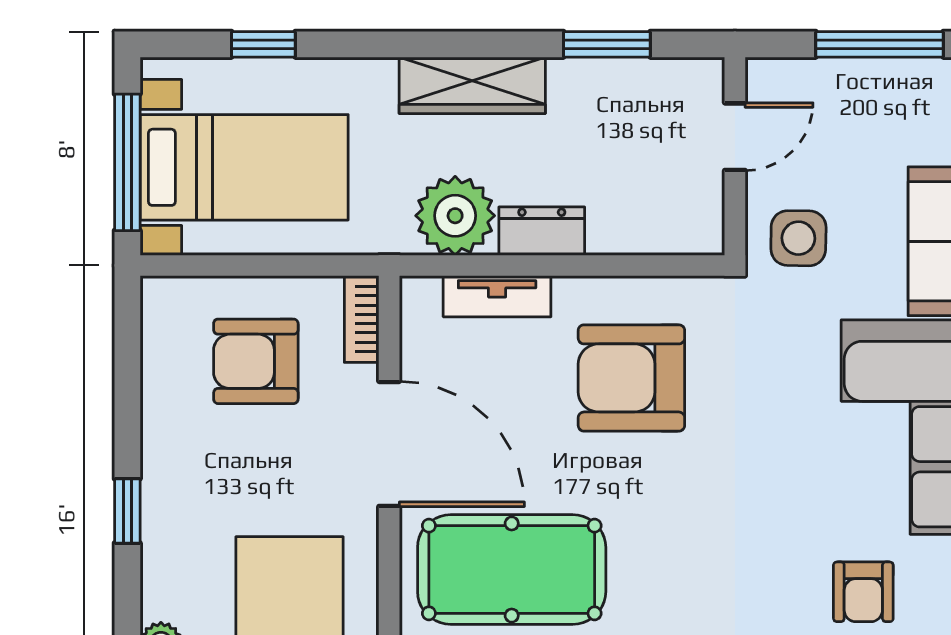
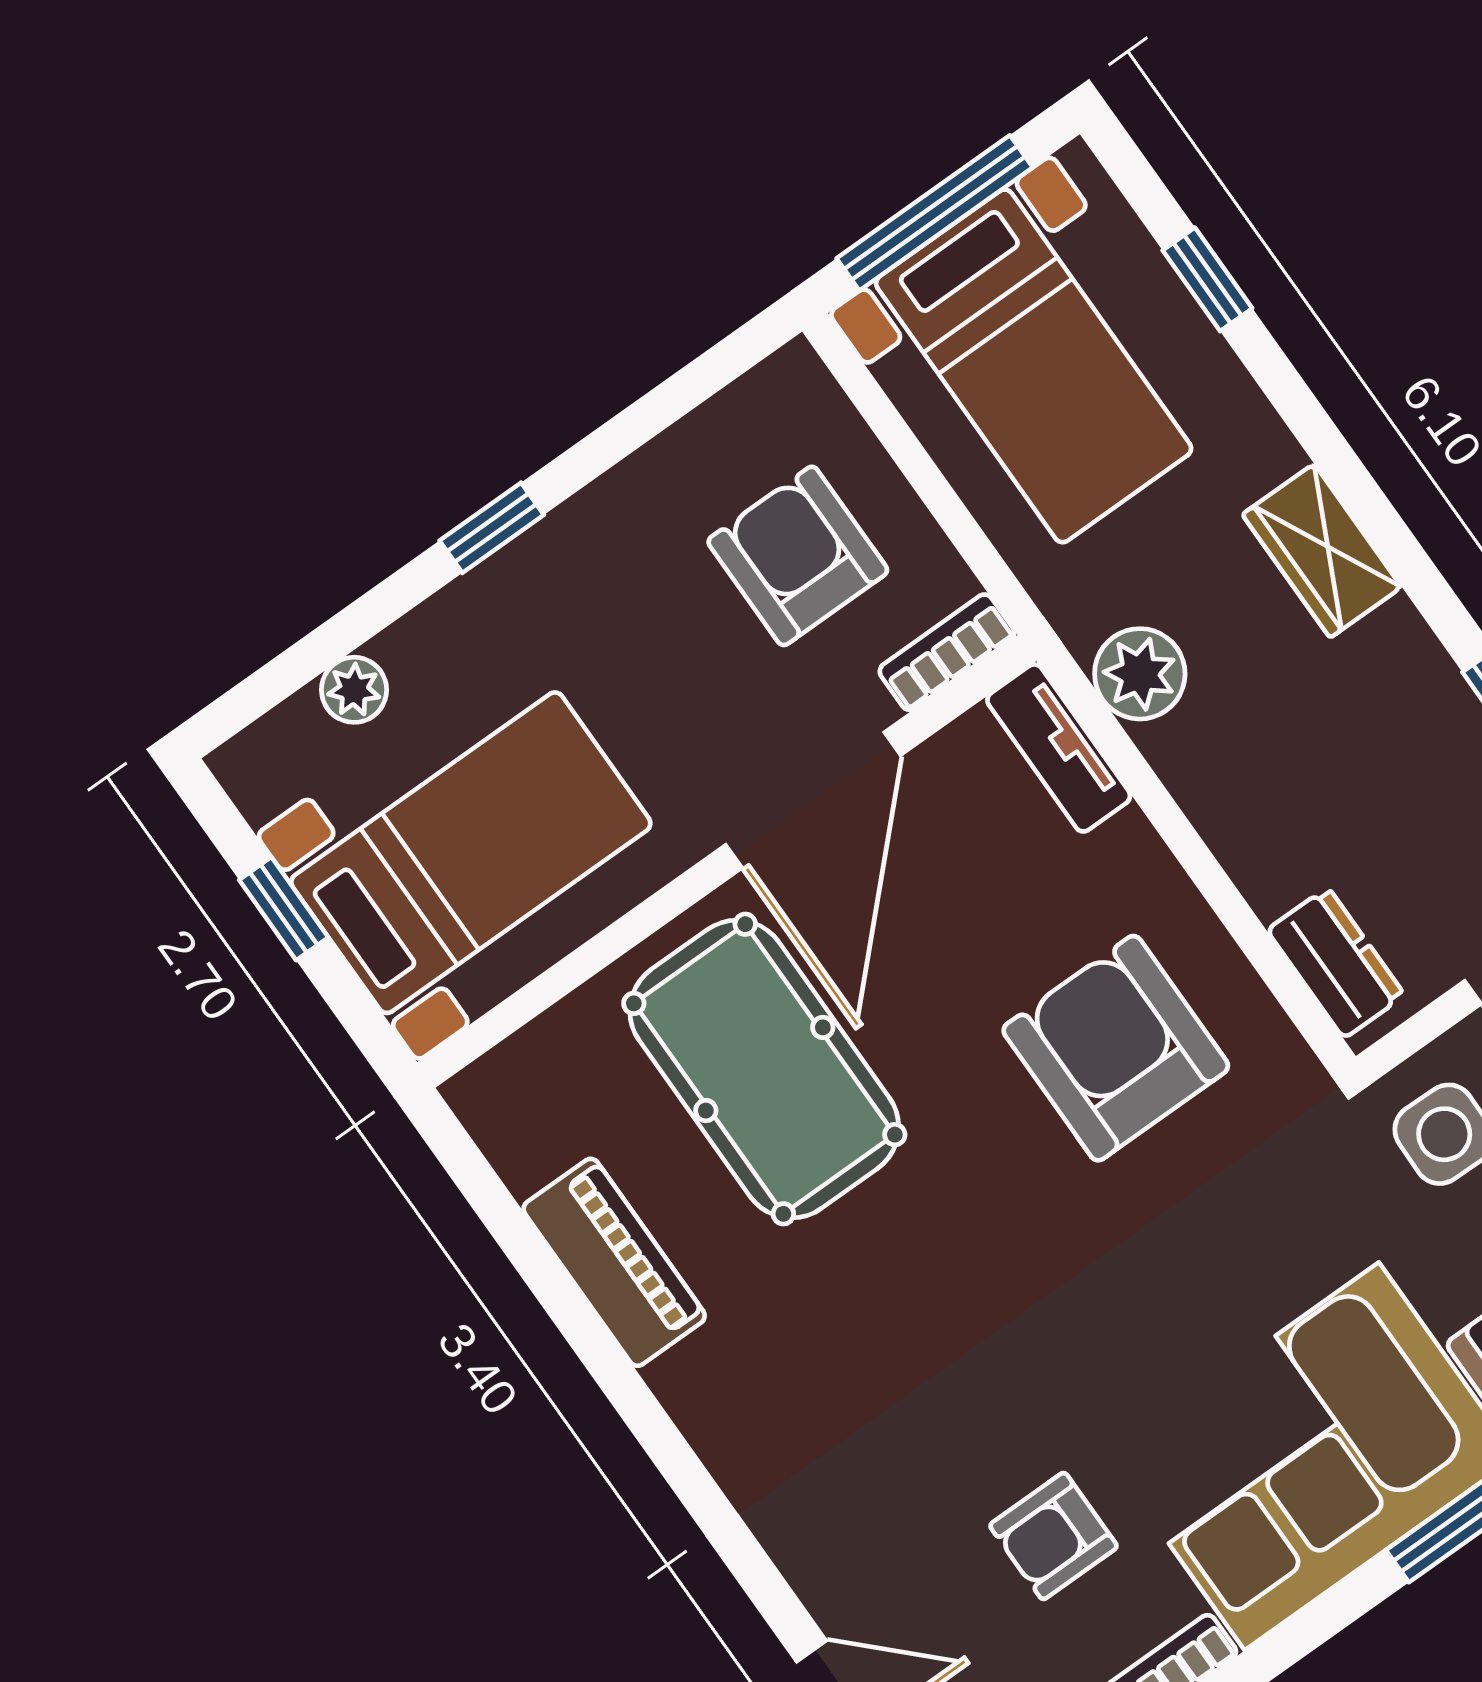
wardrobe: (472, 85) -> (1322, 551), width x0.67
plant: (455, 216) -> (1140, 674), width x0.73, depth x0.73
dresser: (542, 231) -> (1336, 963), moved
tv unit: (497, 296) -> (1059, 748), moved

